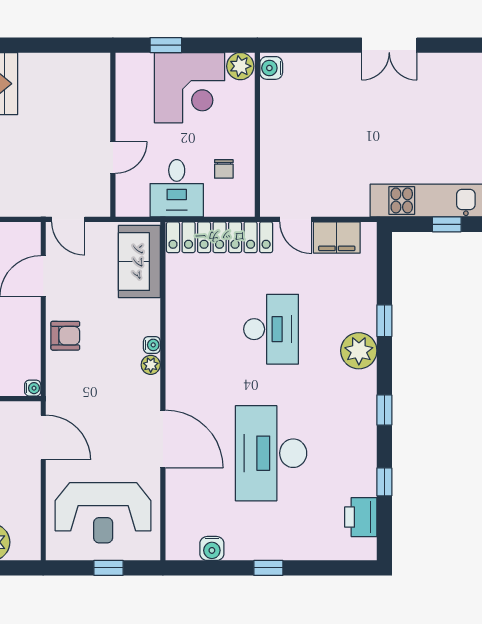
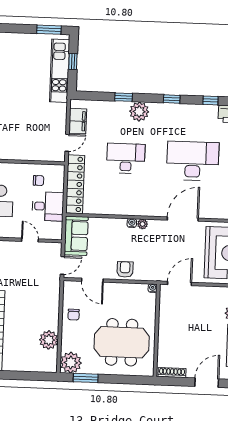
sofa: (139, 262) -> (76, 236), moved, turned -90
desk: (271, 453) -> (193, 161), turned 180

